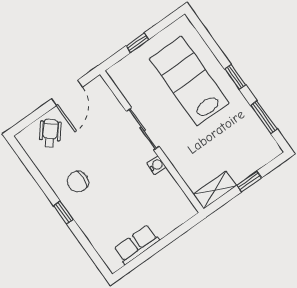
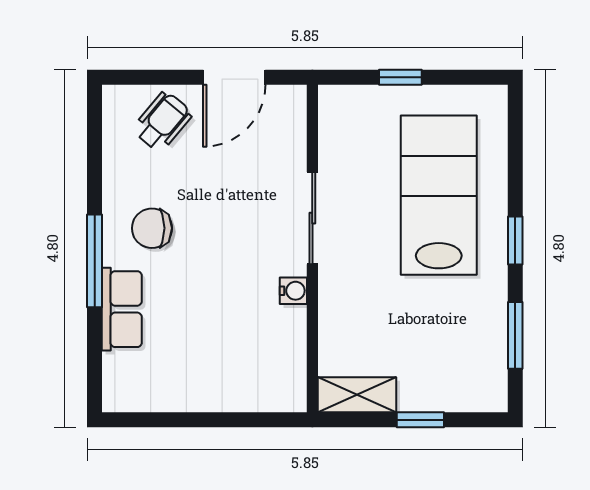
window: (63, 213) -> (95, 261), width x2.17
row of seats: (136, 245) -> (122, 309), moved, turned 90

